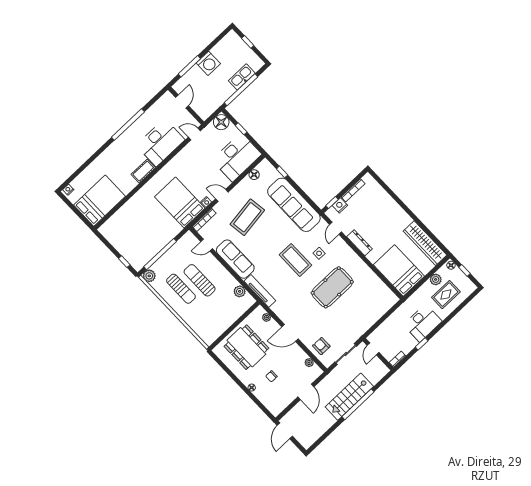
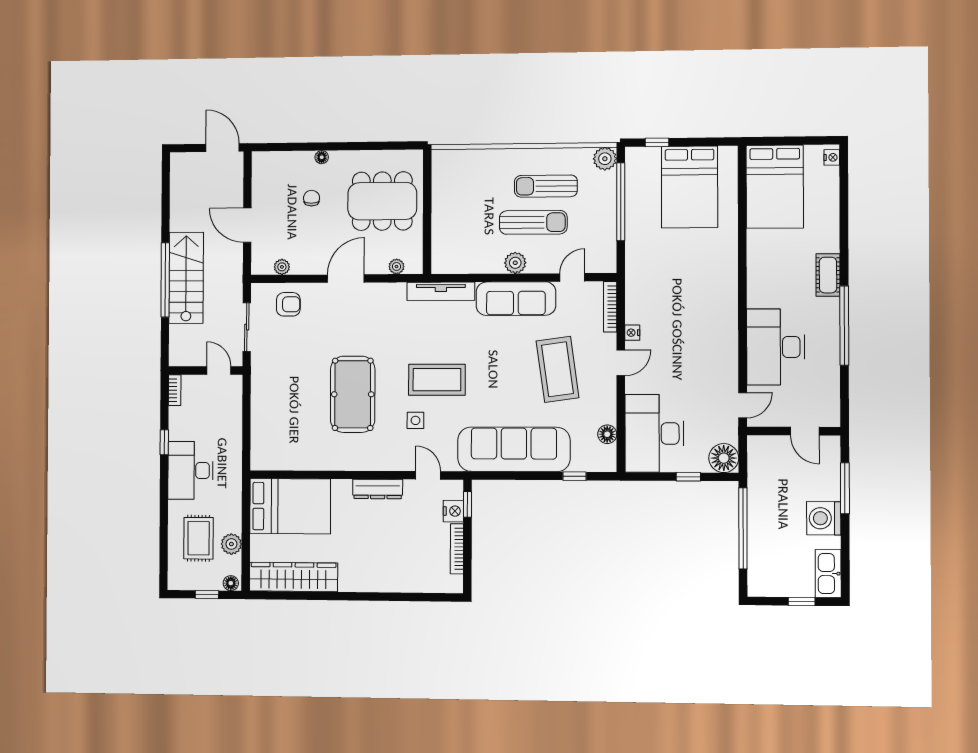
kitchen sink: (242, 77) -> (828, 574), moved, turned 180
cot: (143, 171) -> (828, 275), moved
bed: (180, 203) -> (690, 187), moved, turned 90
plant: (240, 291) -> (515, 263), moved

